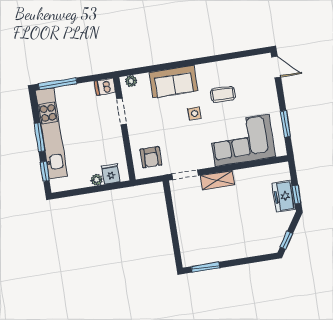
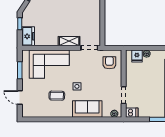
door: (276, 67) -> (20, 97), moved
freezer: (284, 196) -> (28, 36), moved

